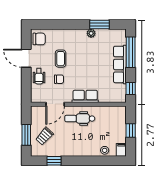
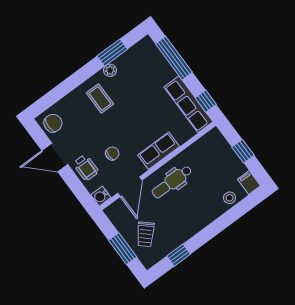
coffee table: (61, 59) -> (100, 98), moved
row of seats: (120, 64) -> (188, 104), moved
water cooler: (36, 98) -> (101, 196), added

